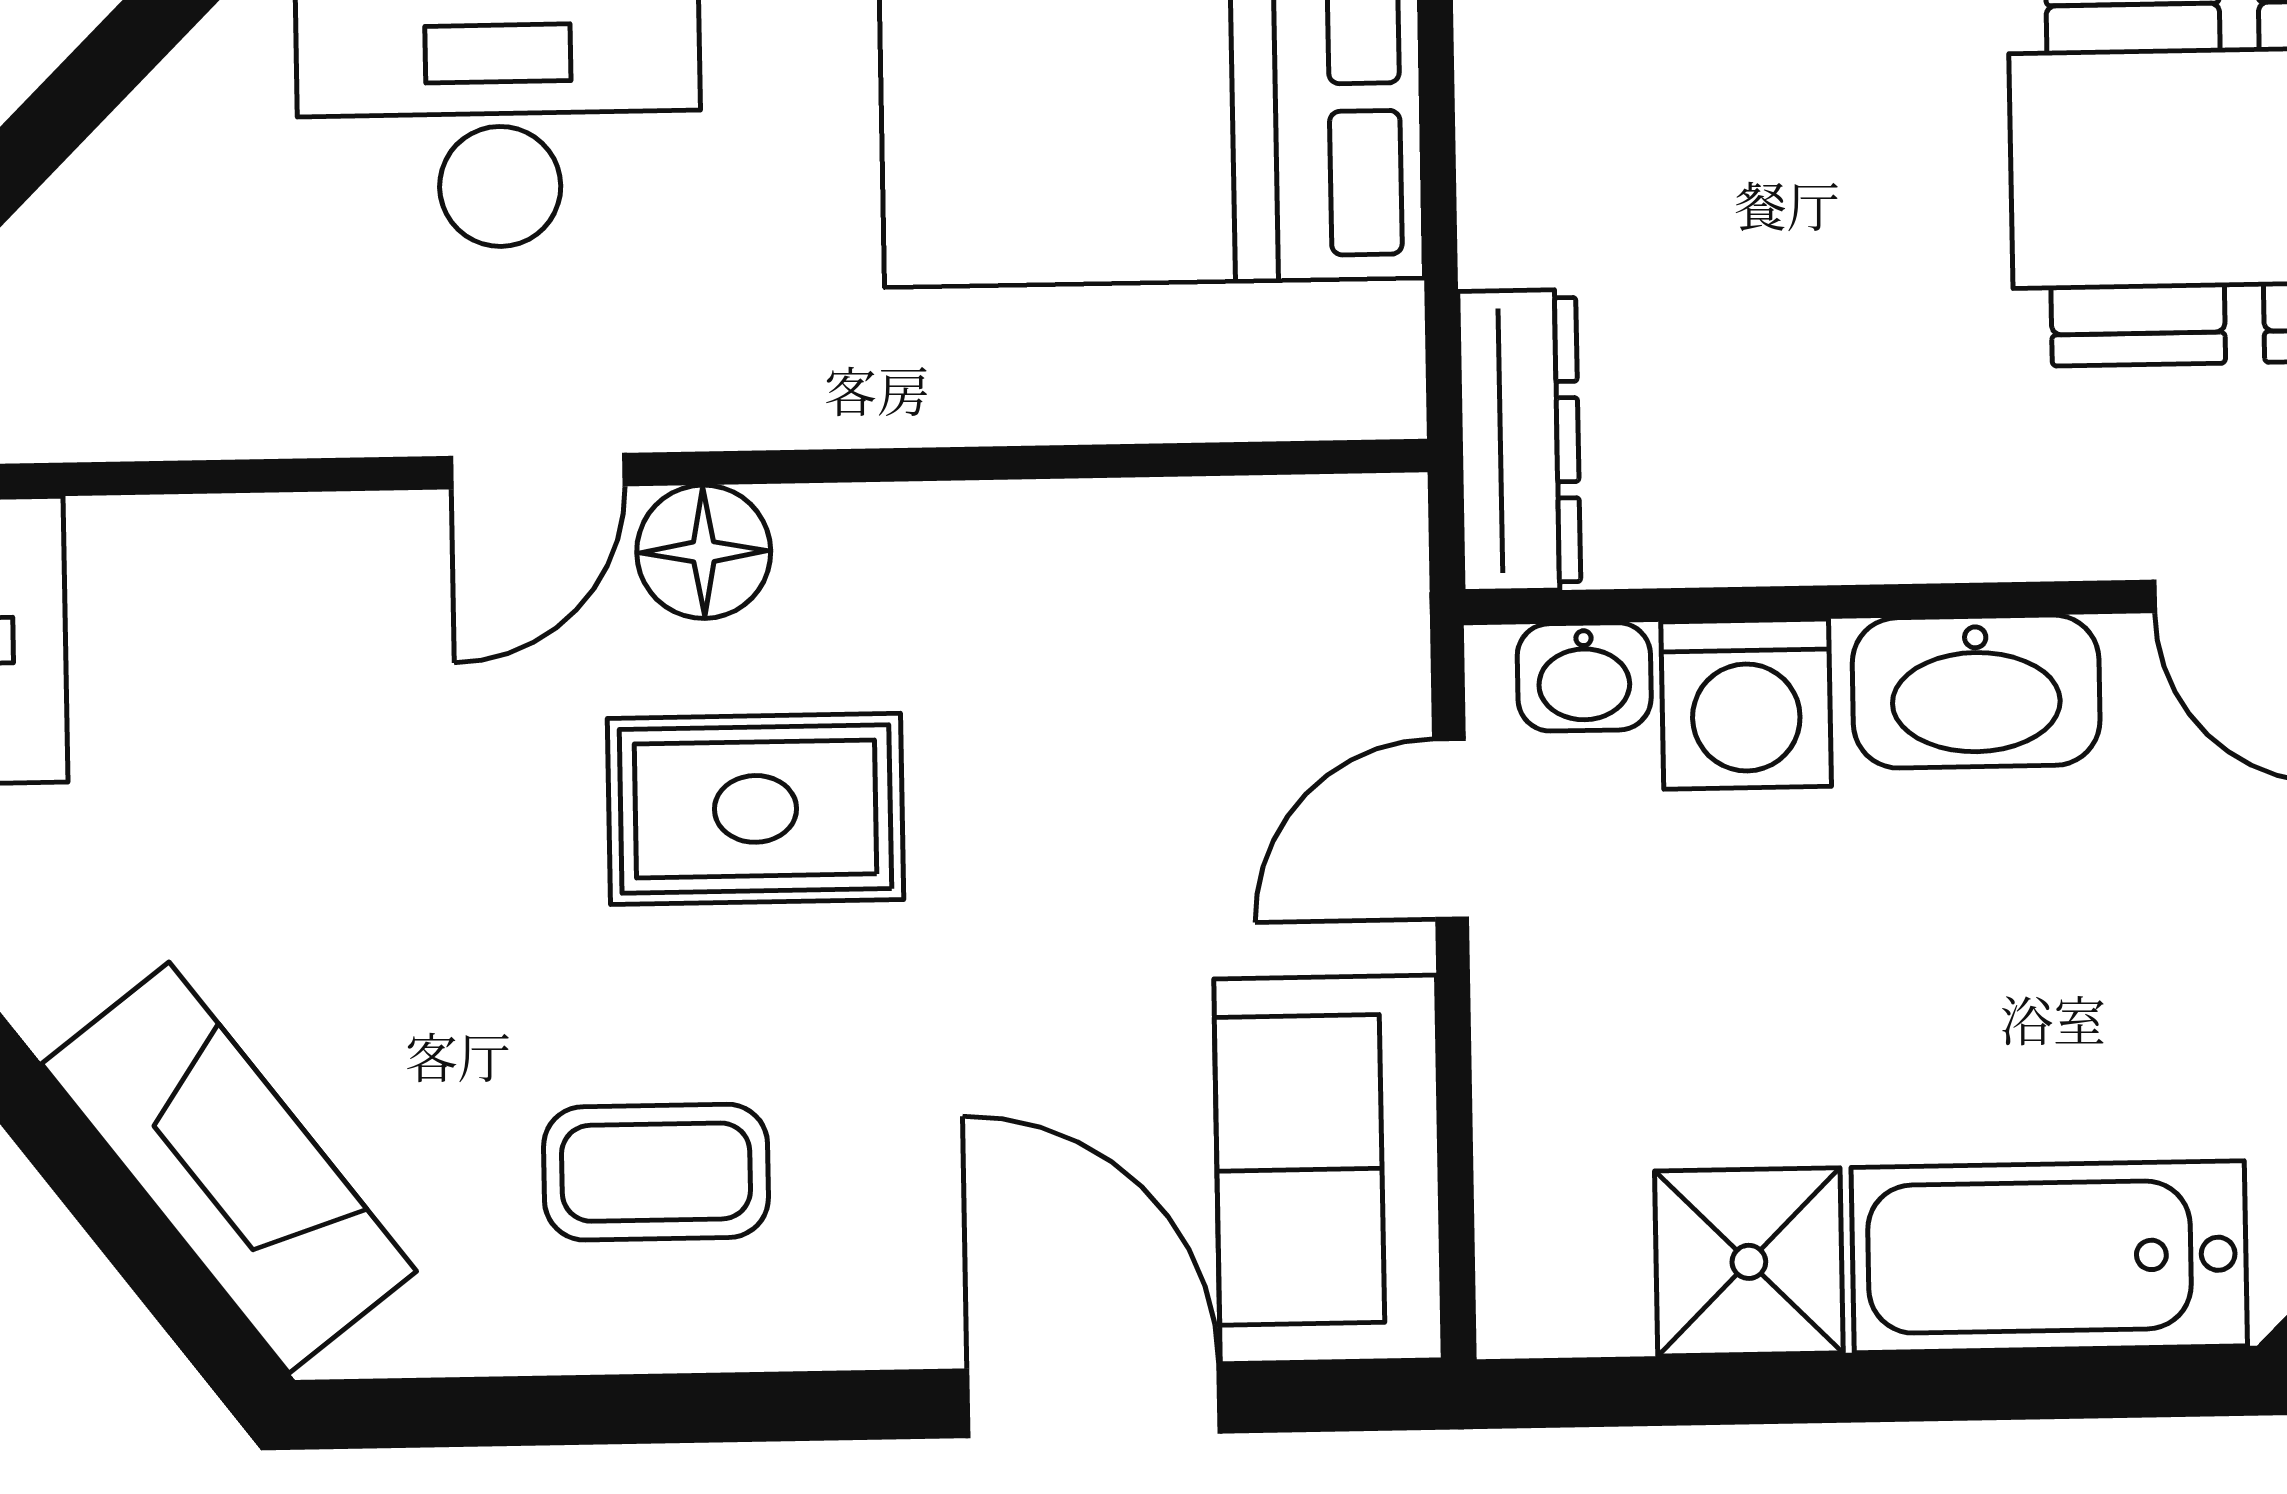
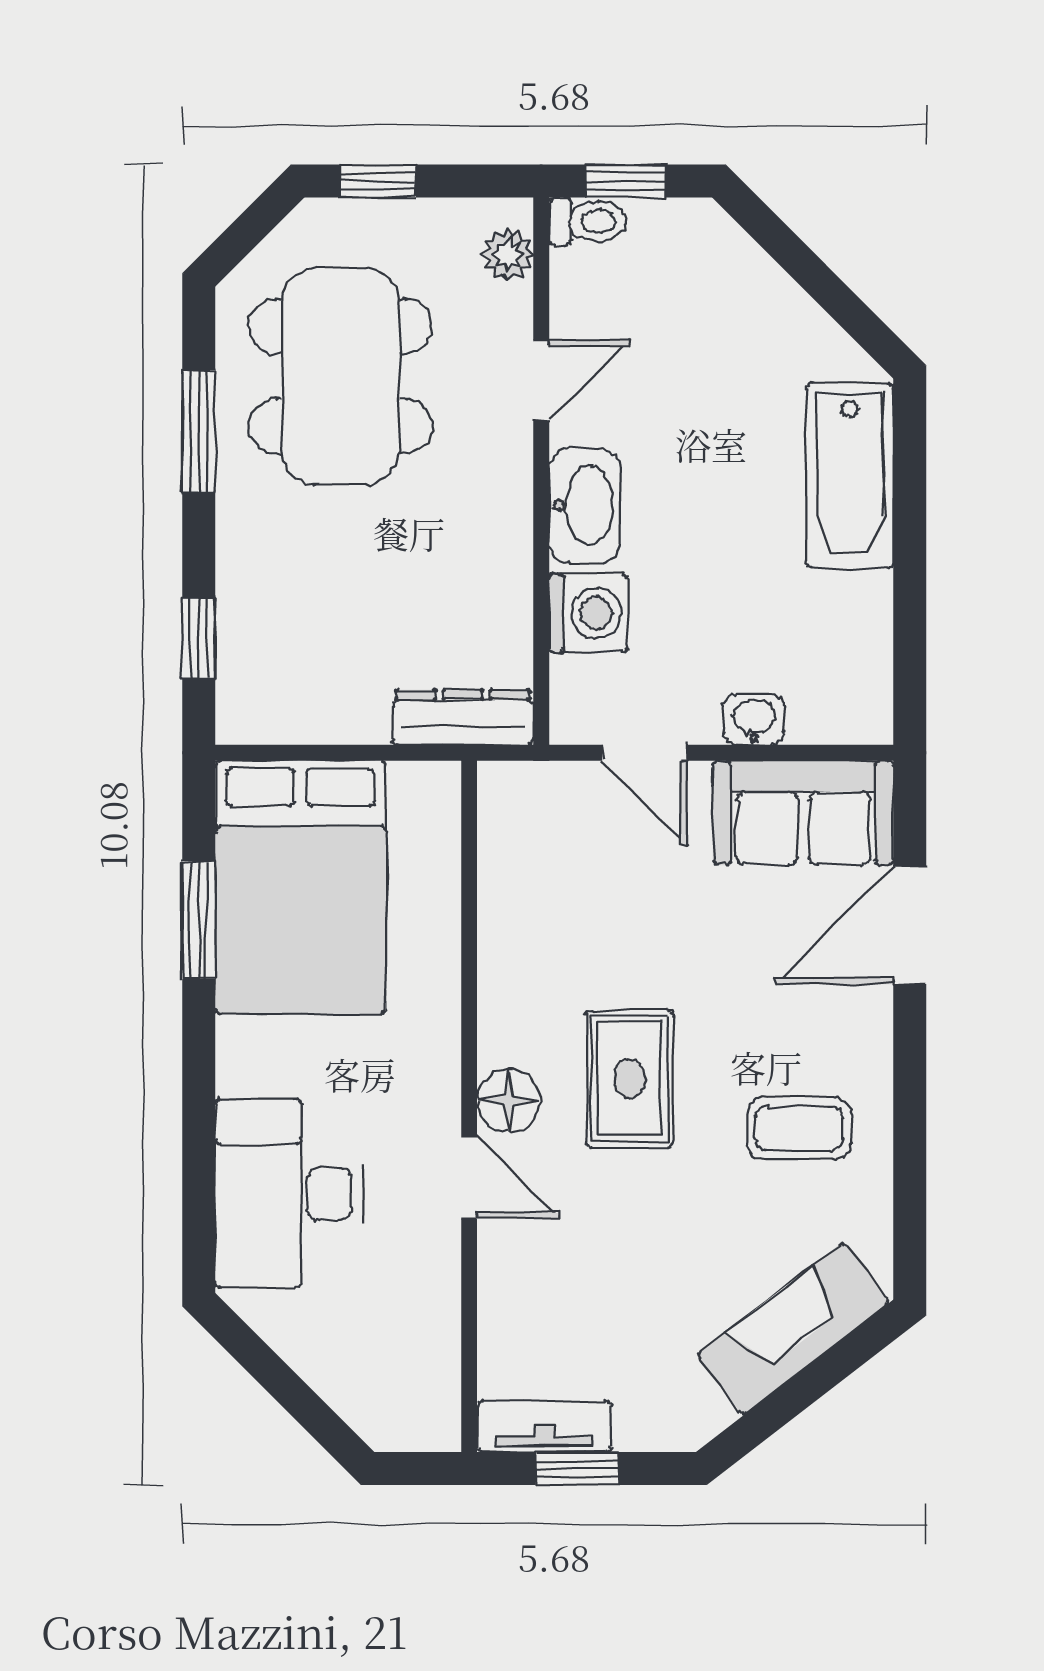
washbasin: (1584, 677) -> (754, 720), moved, turned -90
coffee table: (656, 1172) -> (799, 1128), turned 90
shower: (1749, 1262) -> (850, 616), removed

